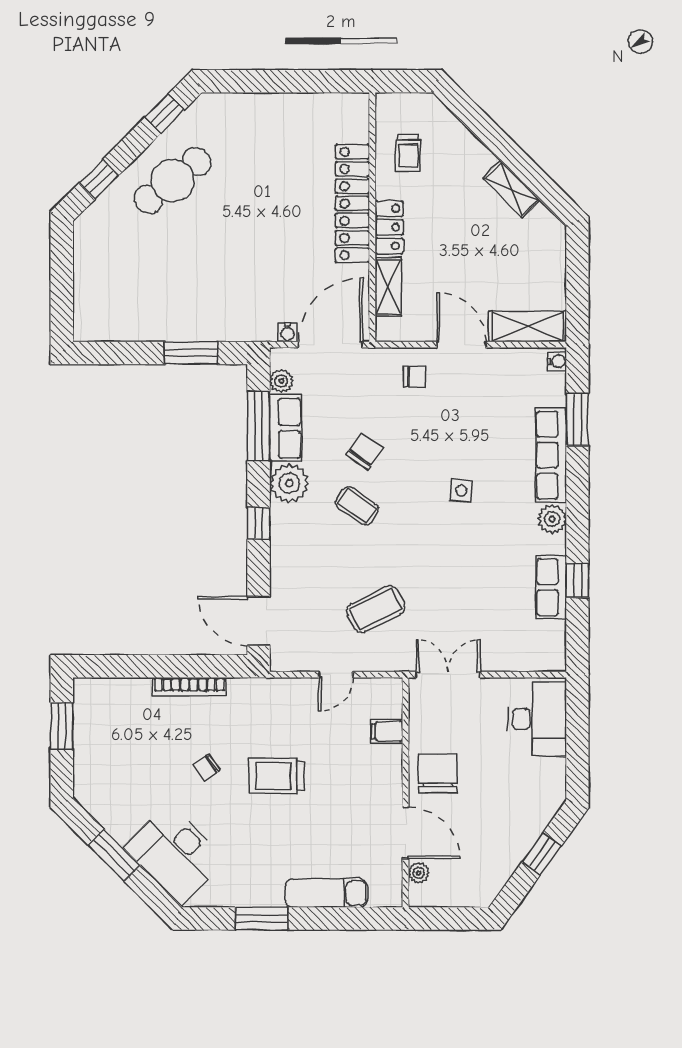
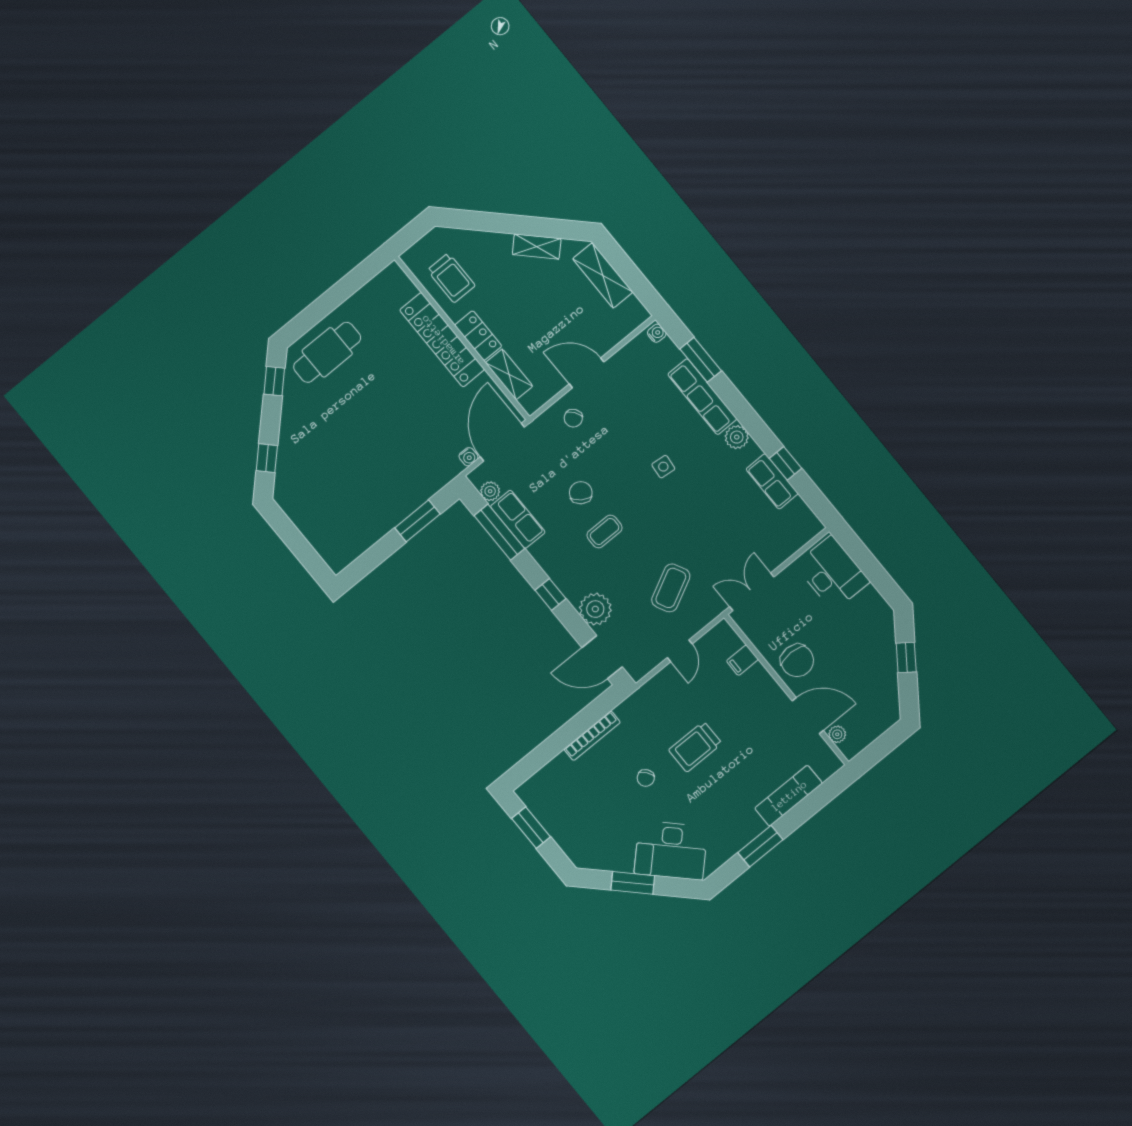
trolley: (408, 153) -> (451, 278), width x1.36, depth x1.39
cafe table: (173, 180) -> (327, 352), moved, turned 38
shelving: (528, 326) -> (603, 275), moved, turned 90
chair: (415, 377) -> (573, 418), turned 145
plant: (289, 483) -> (595, 609), moved
coffee table: (357, 506) -> (605, 531), turned -35
chair: (438, 773) -> (797, 661), turned 180

